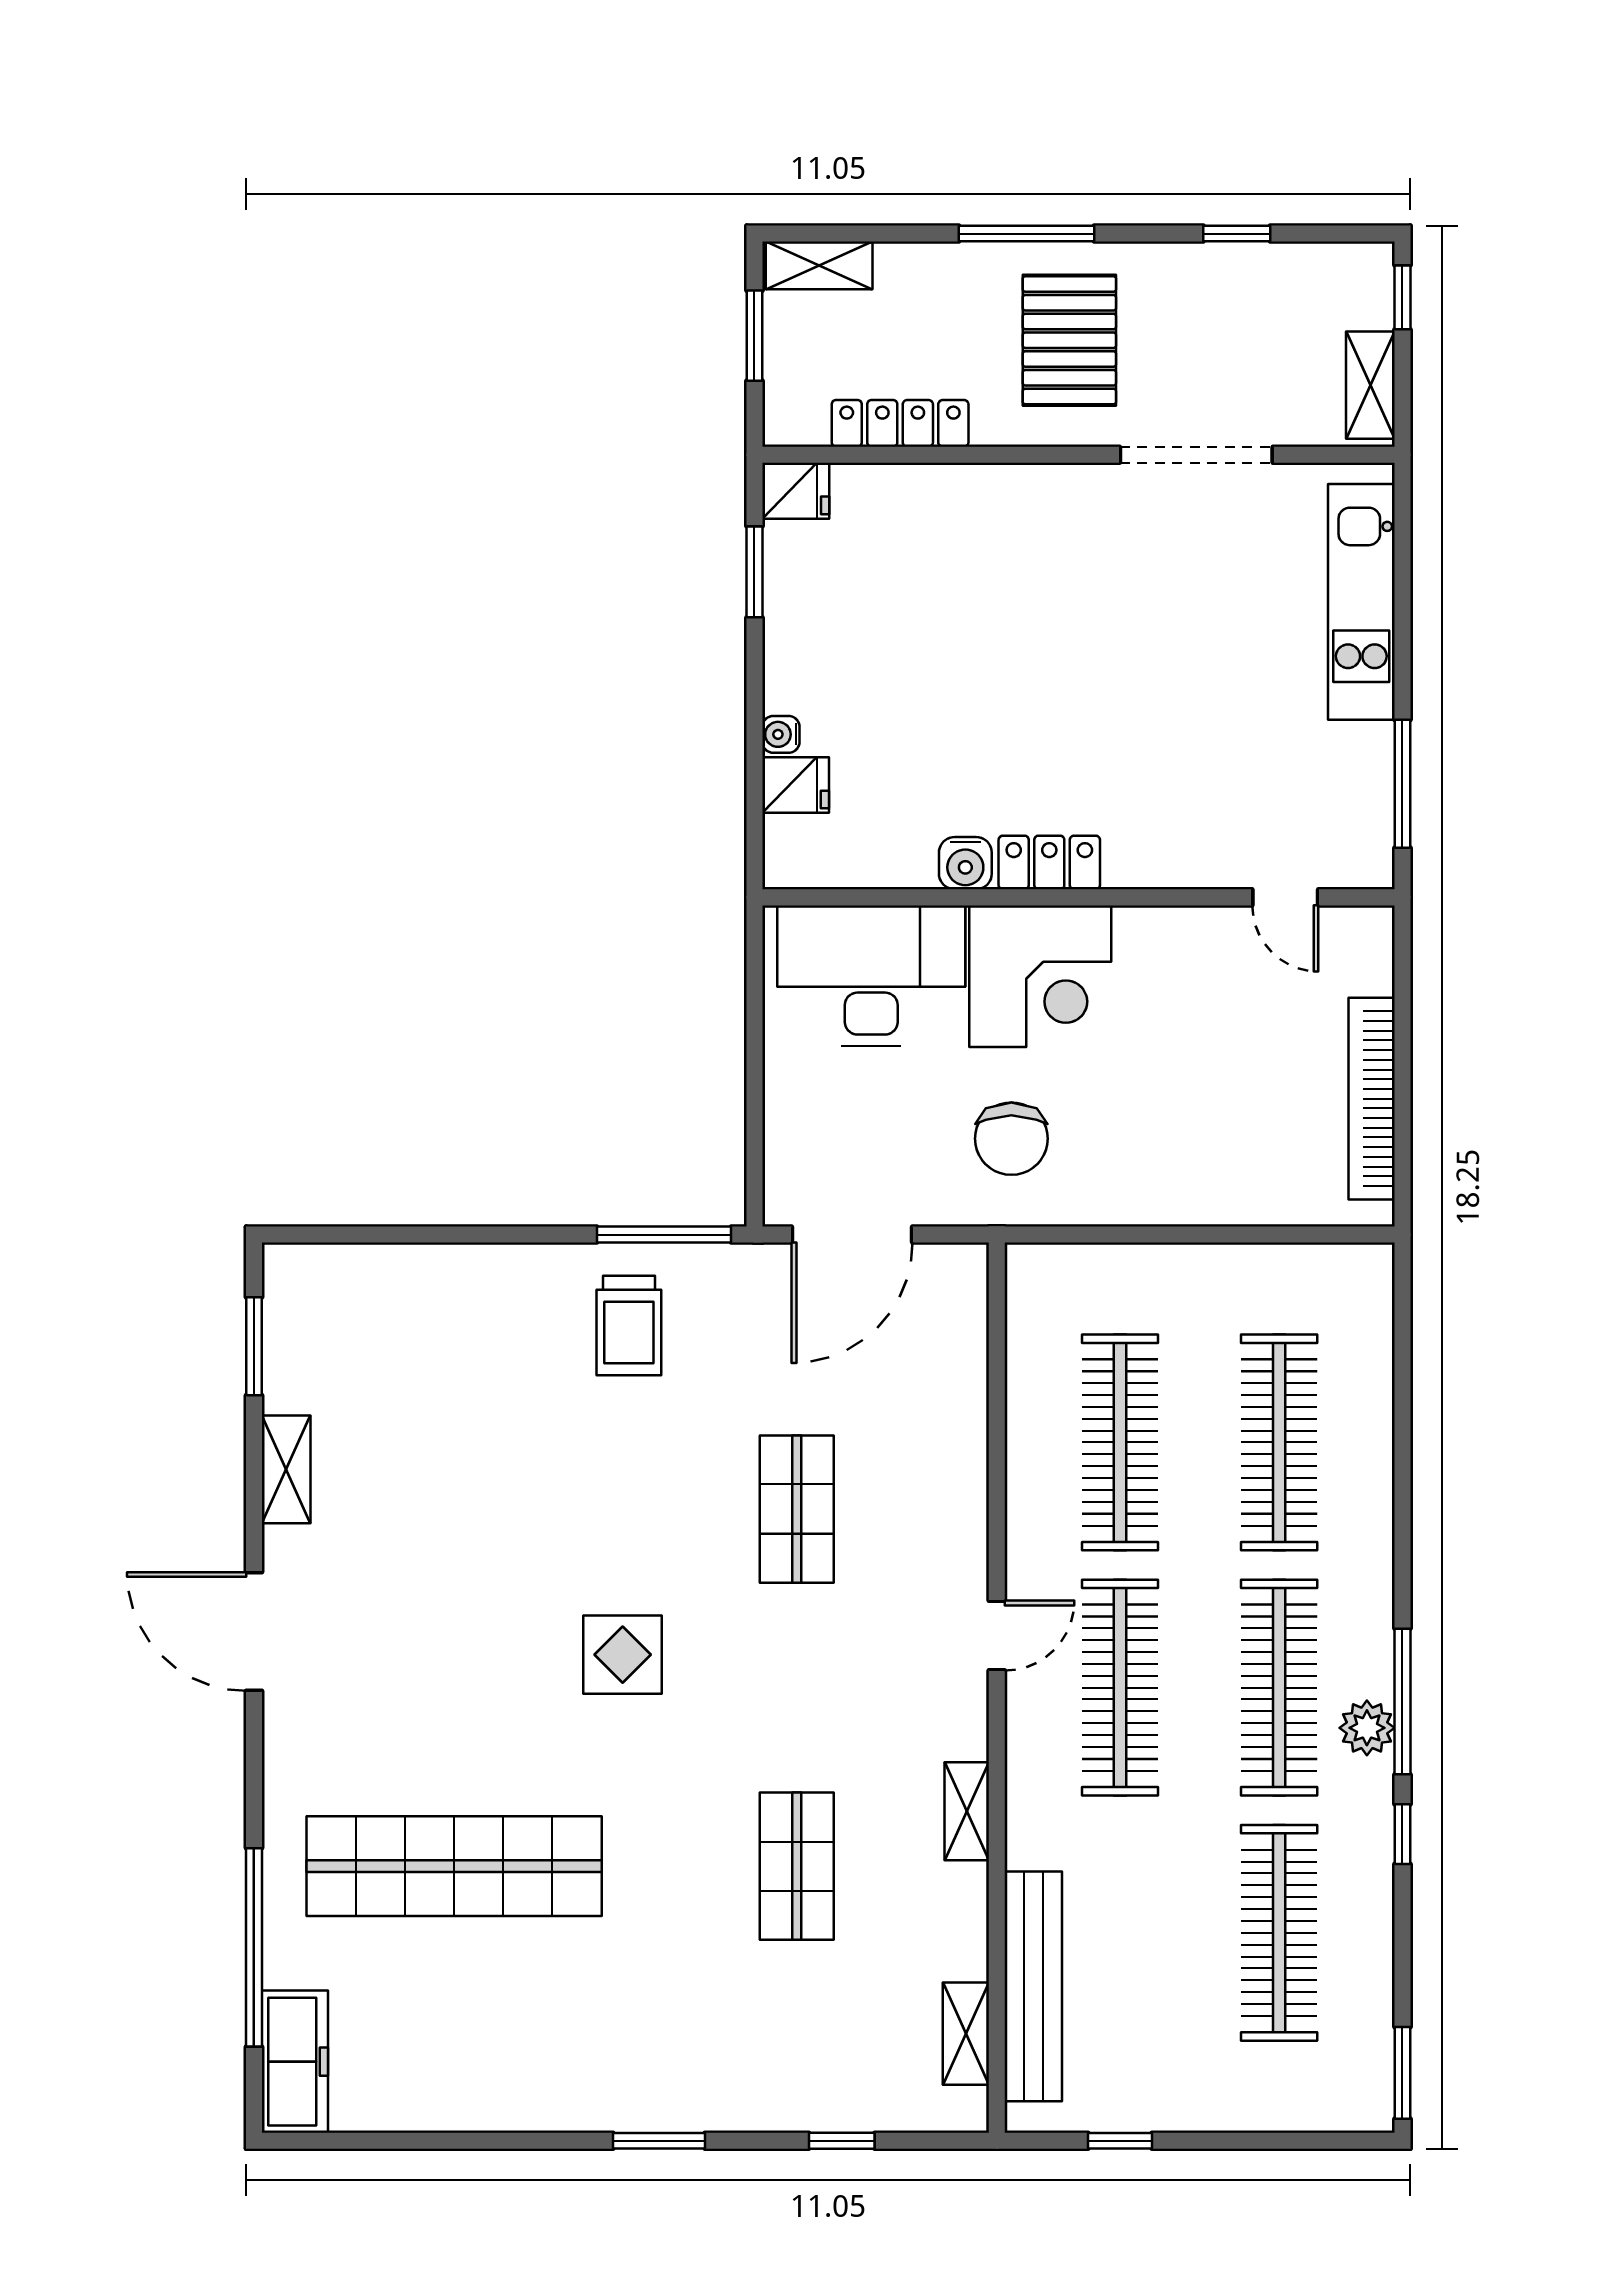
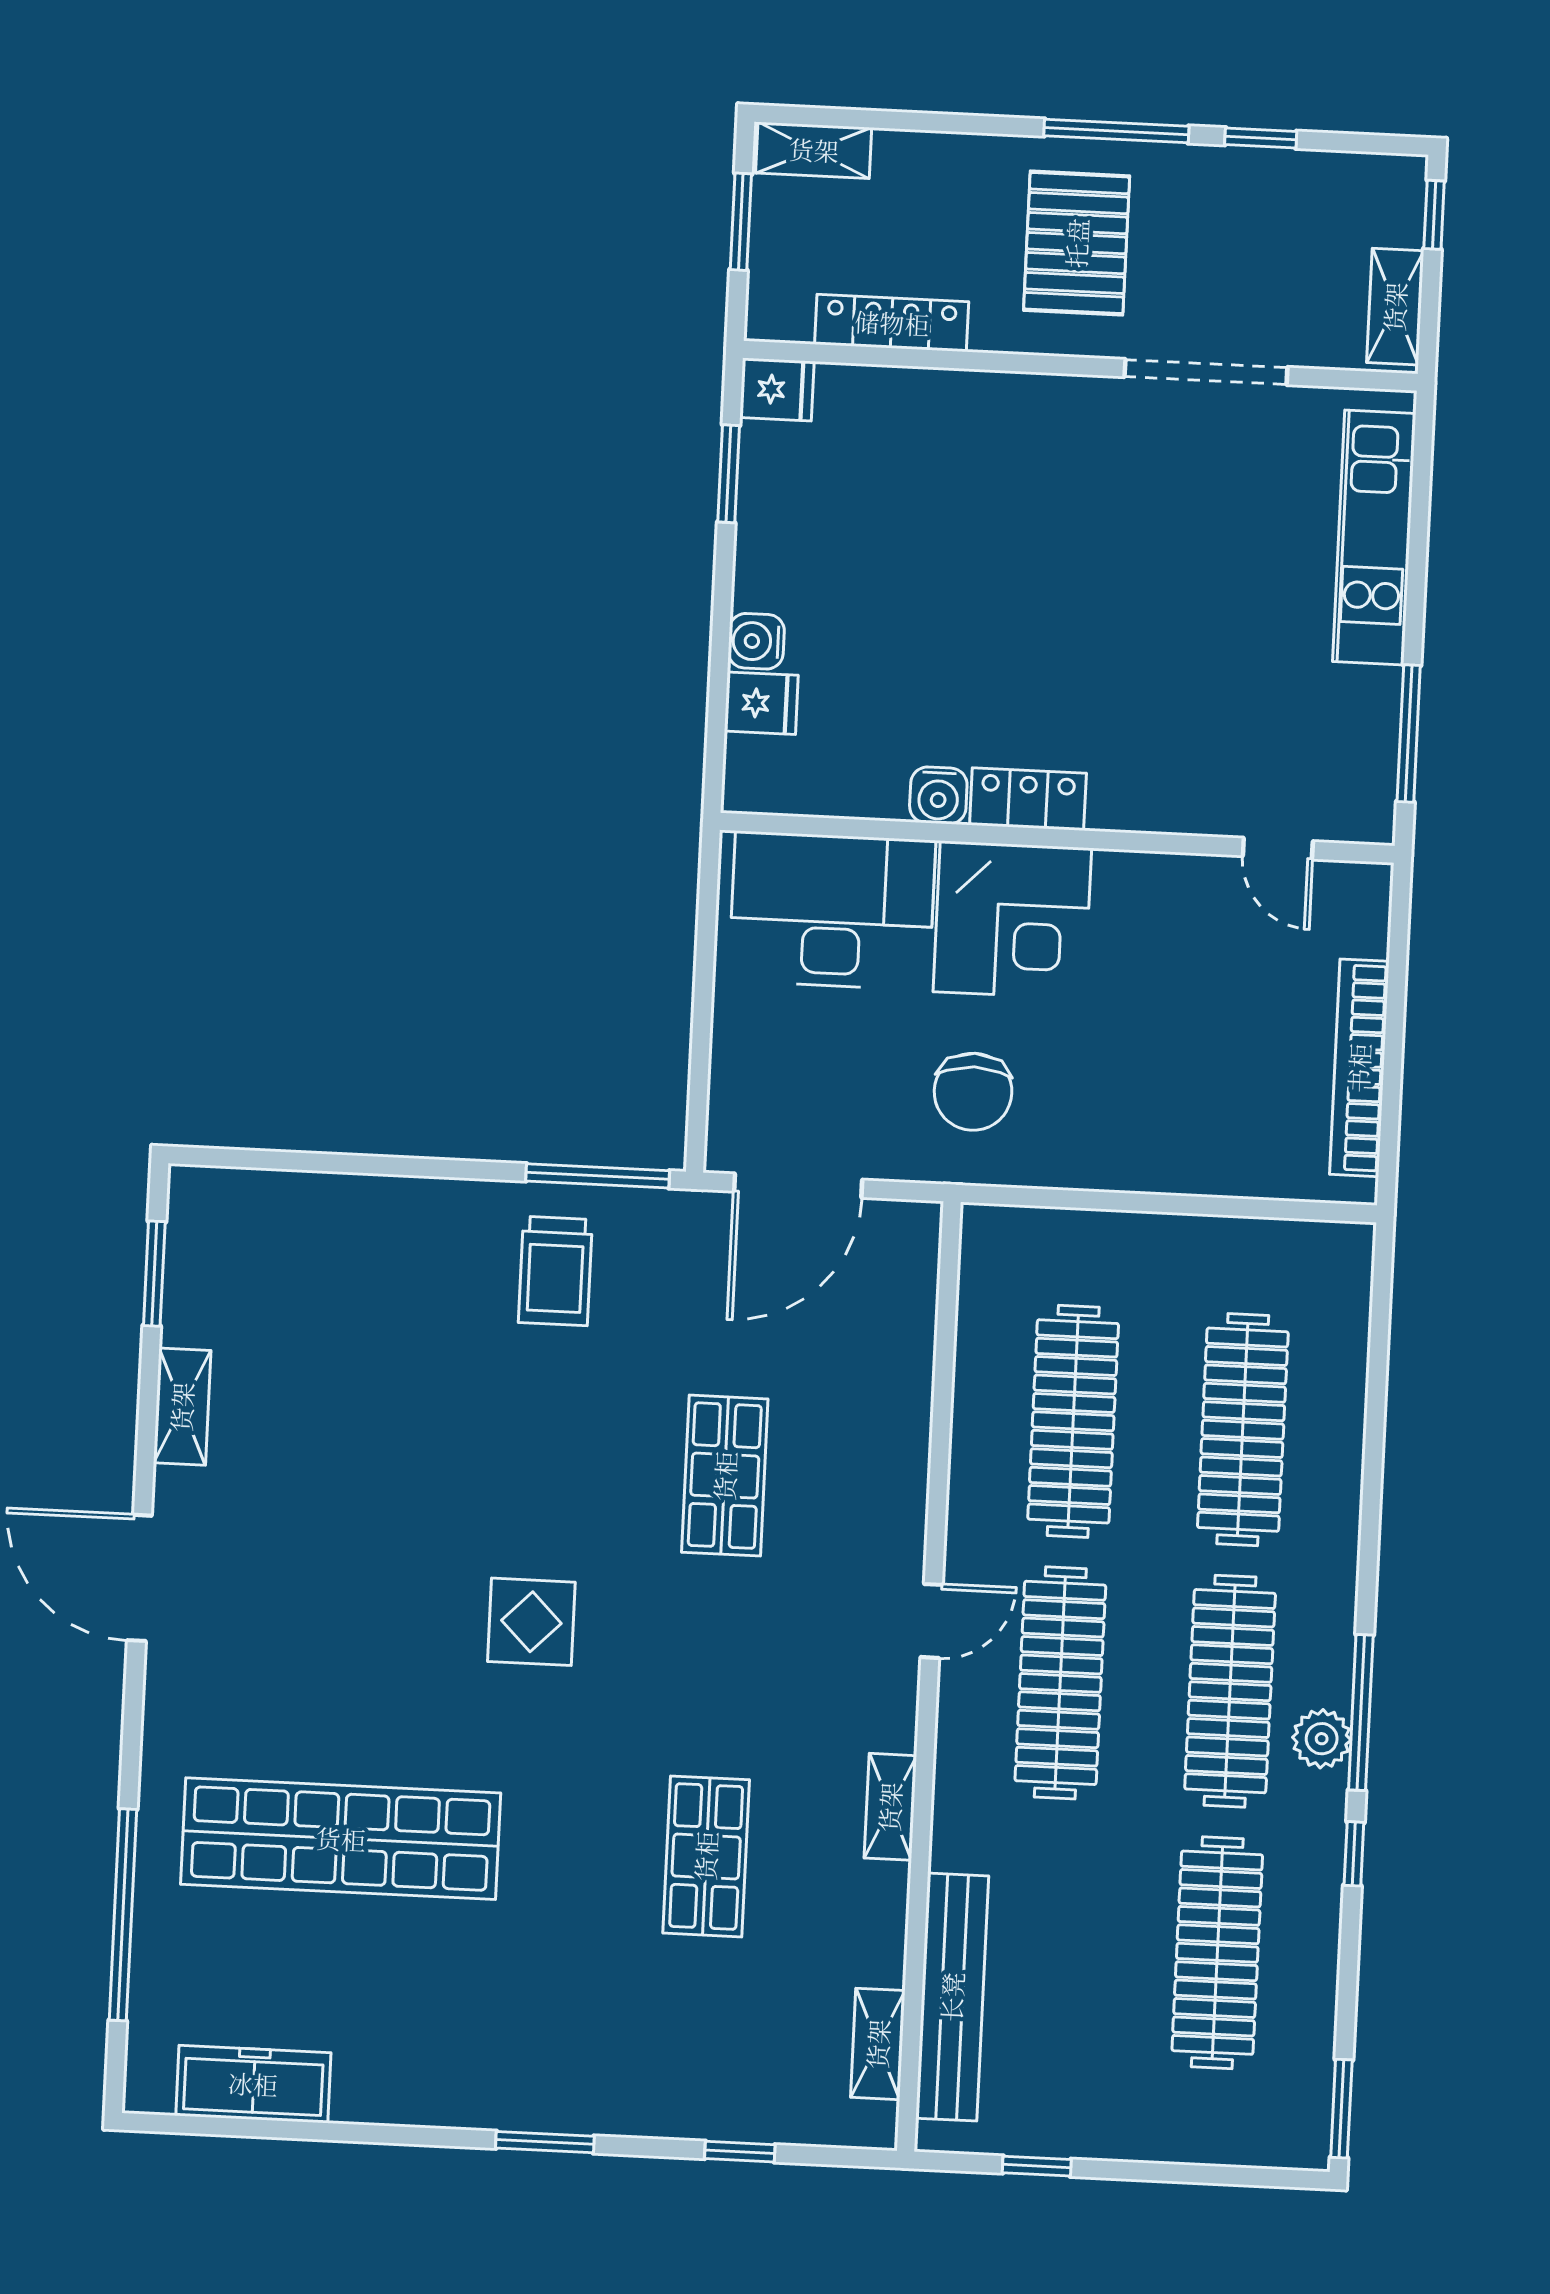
window: (1026, 234) -> (1116, 131), moved
water cooler: (781, 734) -> (756, 641), width x1.38, depth x1.38
freezer: (295, 2062) -> (253, 2084), moved, turned -90

